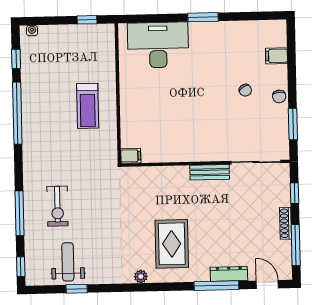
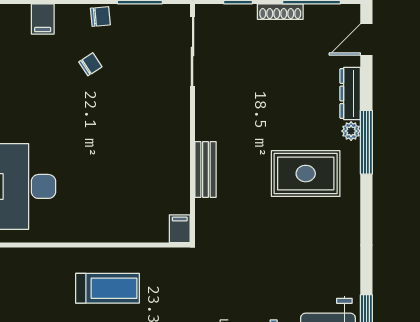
bench: (210, 172) -> (206, 169), moved
plant: (141, 276) -> (351, 131), moved
window: (216, 286) -> (366, 142), moved

